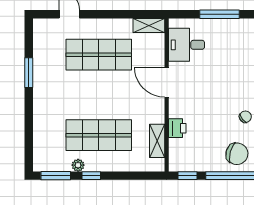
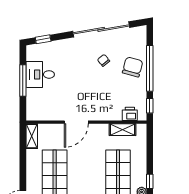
desk: (187, 45) -> (40, 74), moved, turned 90
printer: (177, 128) -> (130, 114), moved

